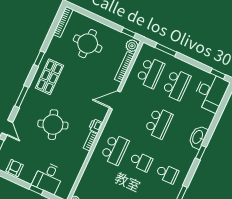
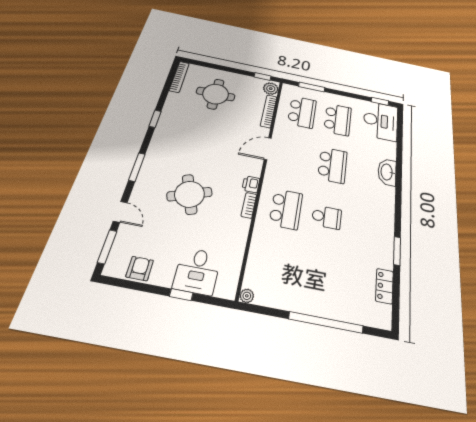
shop shelf: (49, 77) -> (173, 137), removed
window: (201, 153) -> (398, 189), removed
school desk: (167, 174) -> (367, 225), removed

